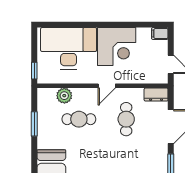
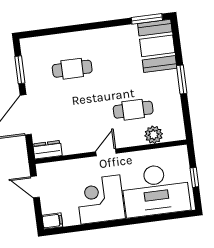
window: (34, 71) -> (194, 177), moved
cafe table: (126, 119) -> (72, 69), moved, turned 90
window: (34, 124) -> (182, 79), moved

